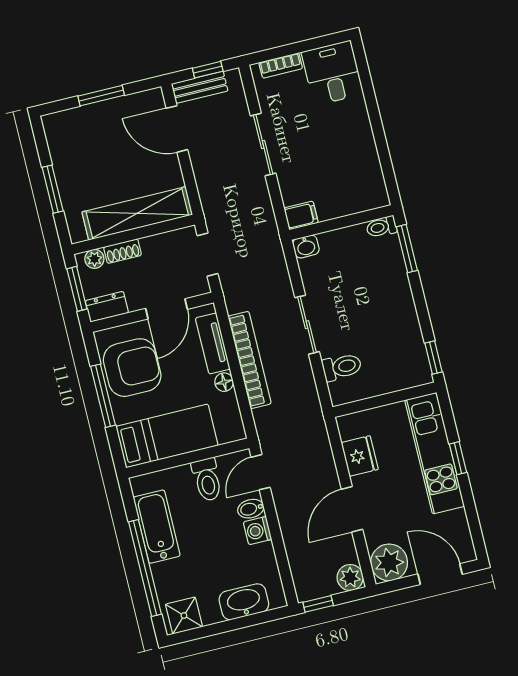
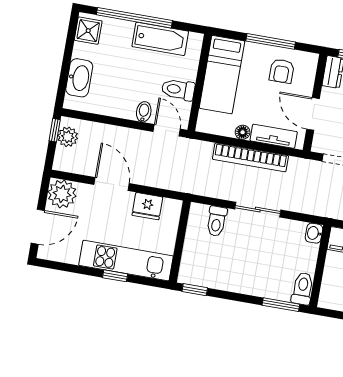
toilet: (381, 227) -> (303, 289), width x1.37, depth x1.39
armchair: (132, 368) -> (282, 71), width x0.53, depth x0.53
washing machine: (258, 531) -> (126, 110), removed
plant: (350, 578) -> (68, 137), moved

